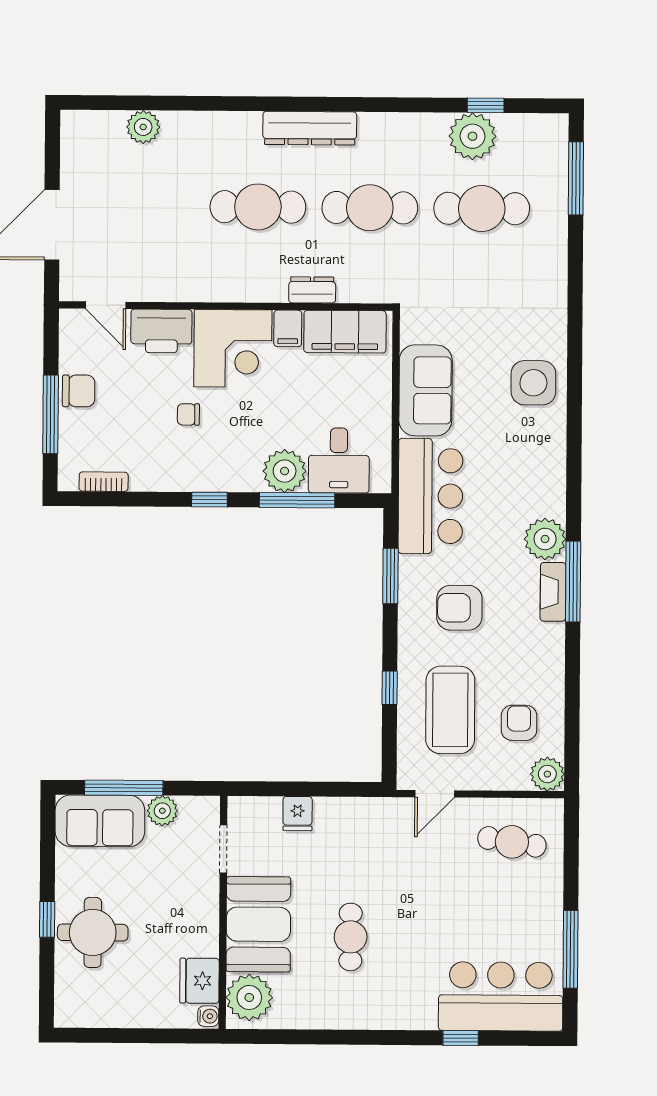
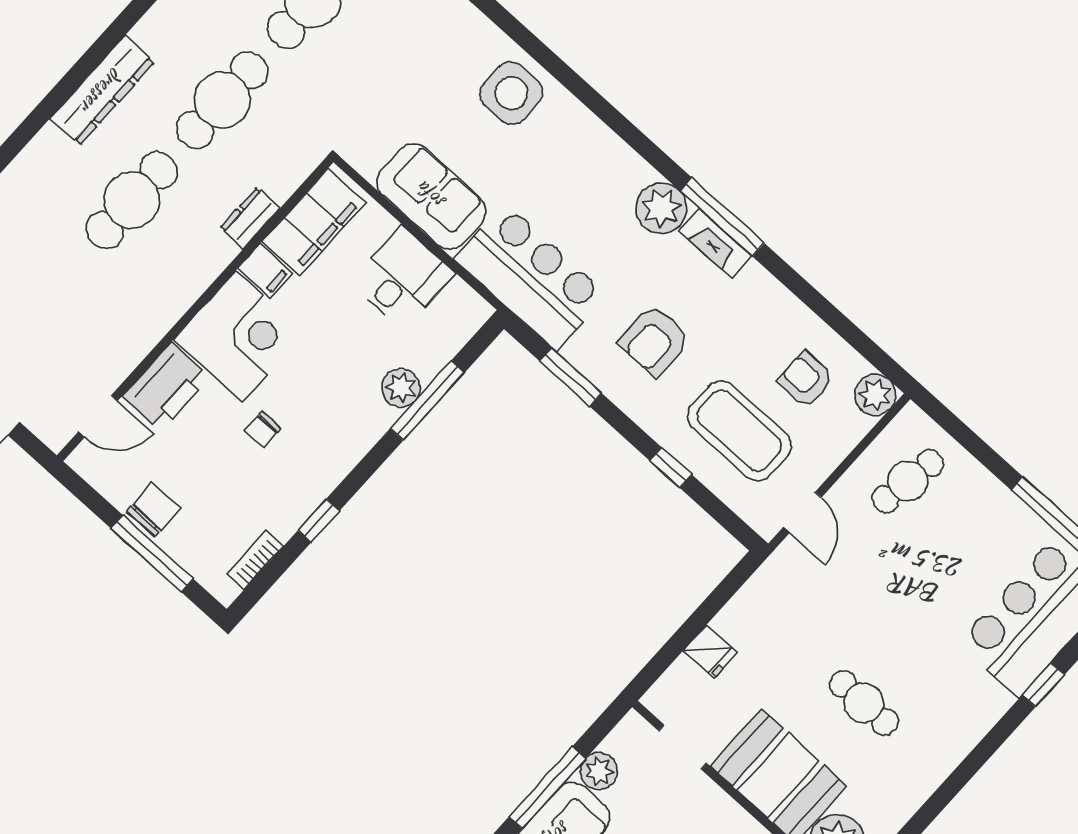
desk: (339, 460) -> (403, 278), moved, turned -90
plant: (285, 471) -> (401, 388), width x0.73, depth x0.73
window: (209, 500) -> (319, 521), moved

